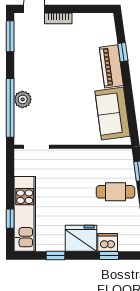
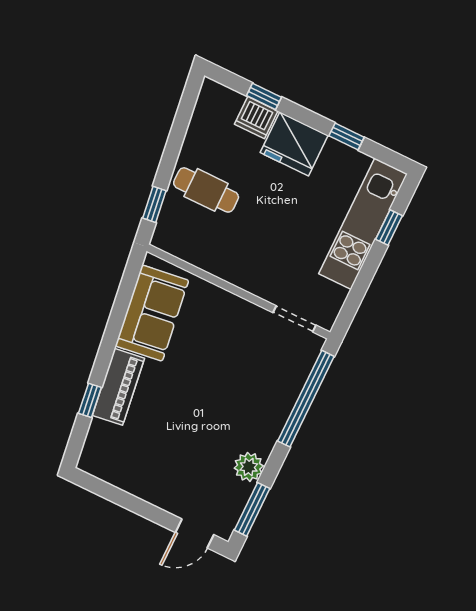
bookcase: (58, 18) -> (164, 501), removed
plant: (23, 99) -> (249, 467), moved

